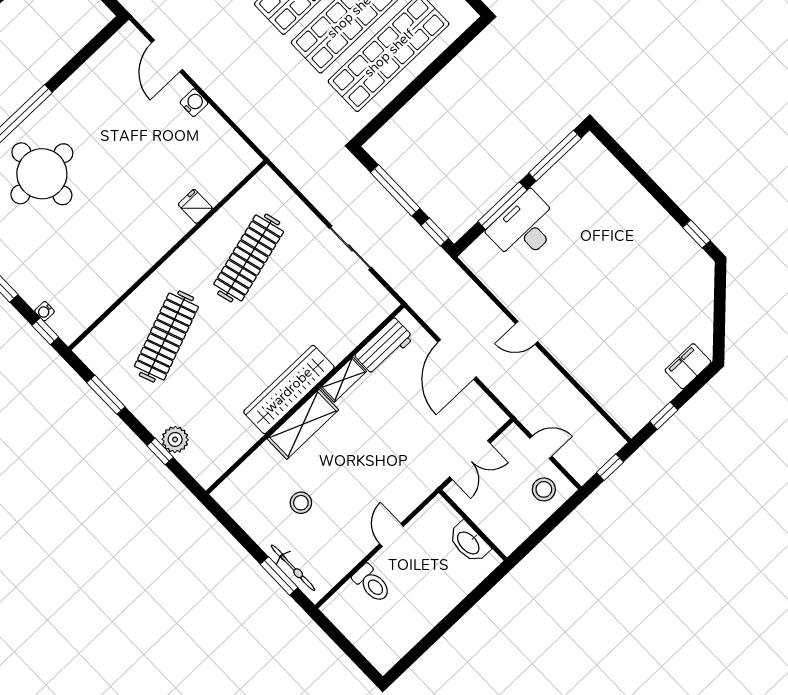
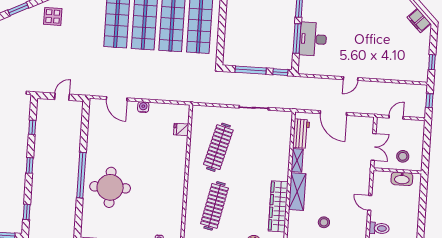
fridge: (195, 206) -> (181, 129), moved
clothes rail: (249, 258) -> (218, 147), turned 30
clothes rail: (166, 337) -> (214, 206), turned 33
filing cabinet: (688, 366) -> (419, 20), moved, turned -45
wardrobe: (289, 390) -> (278, 206), moved
stool: (544, 489) -> (403, 156), moved

